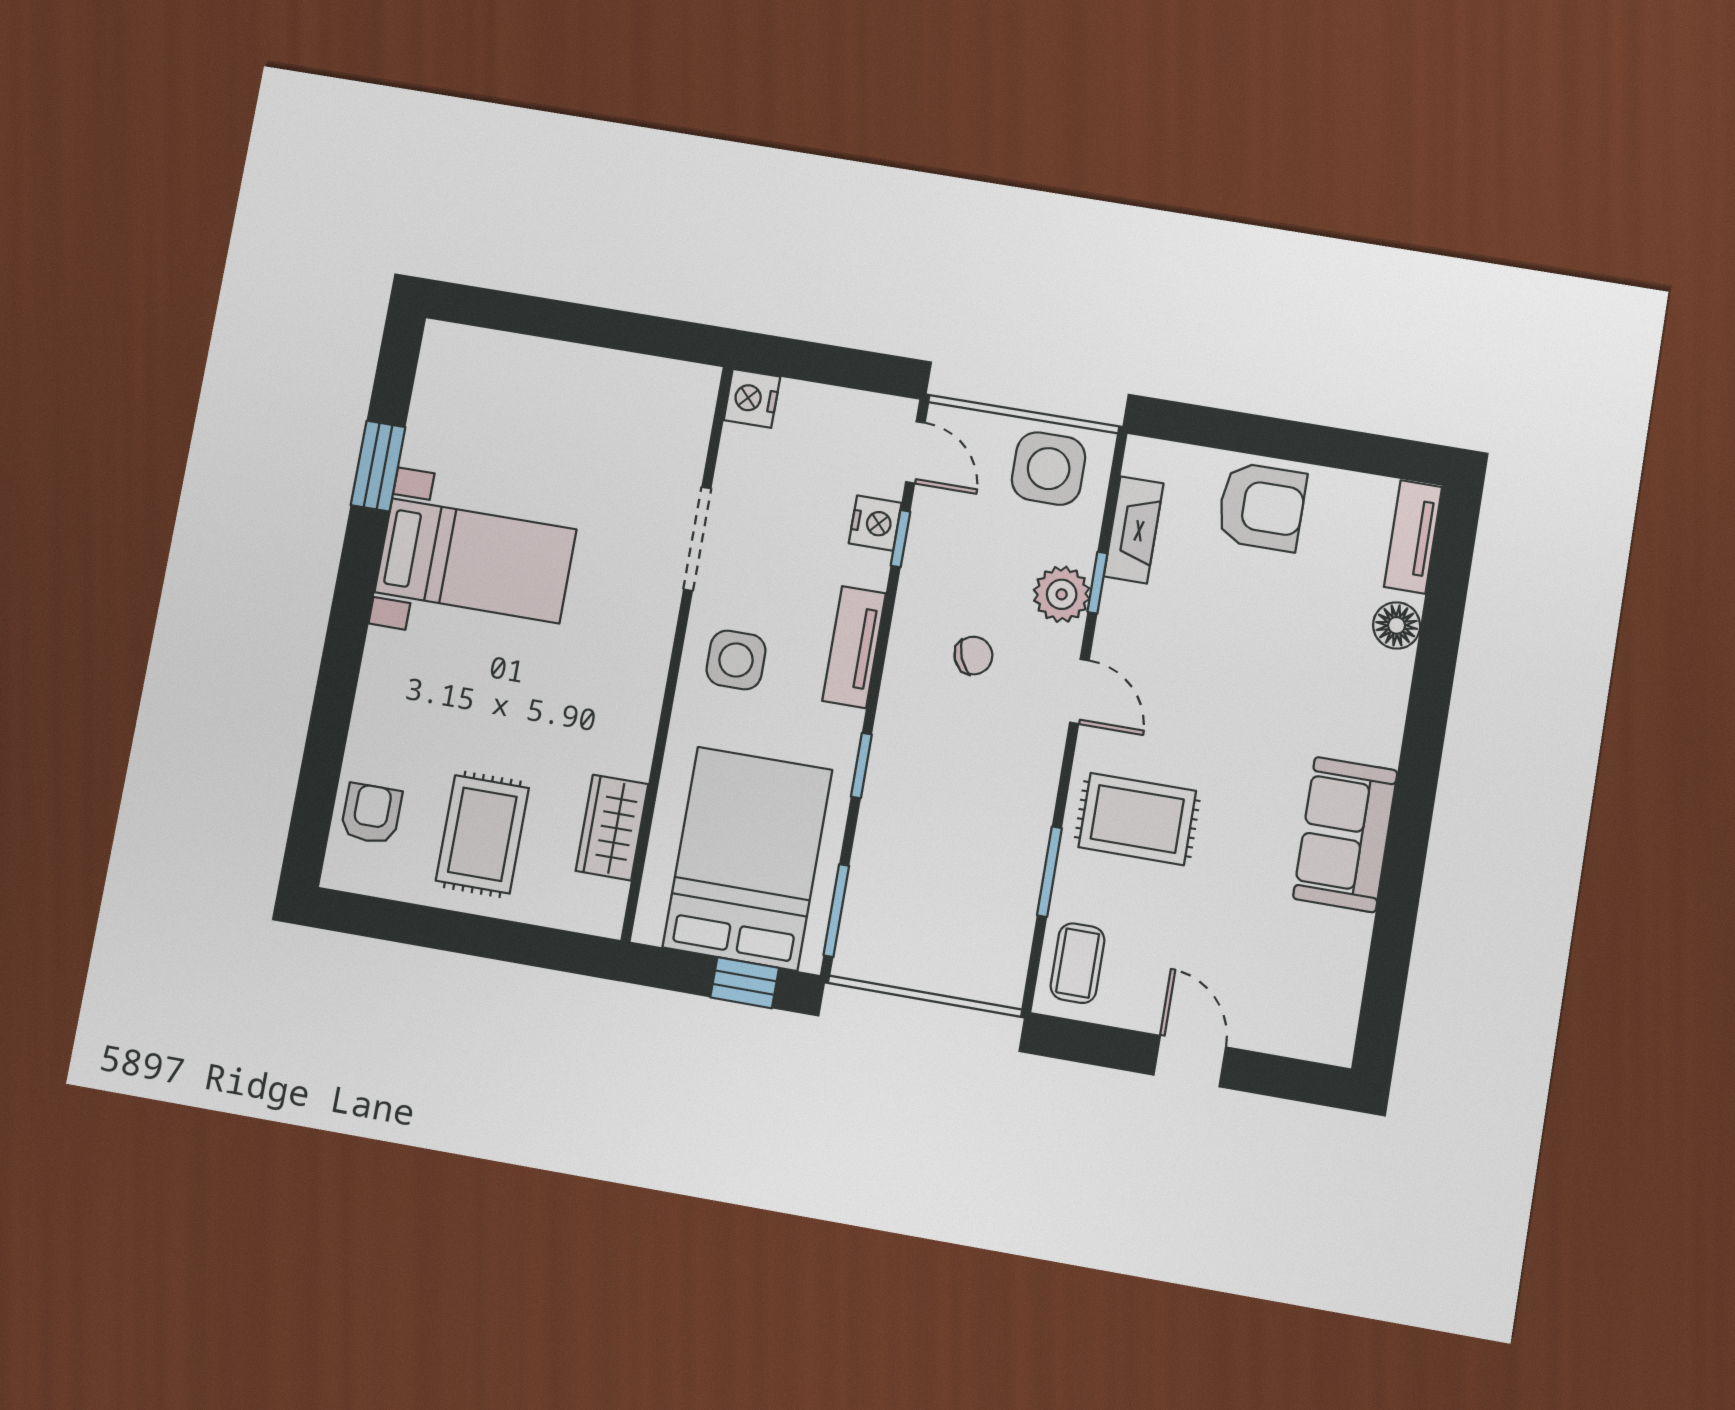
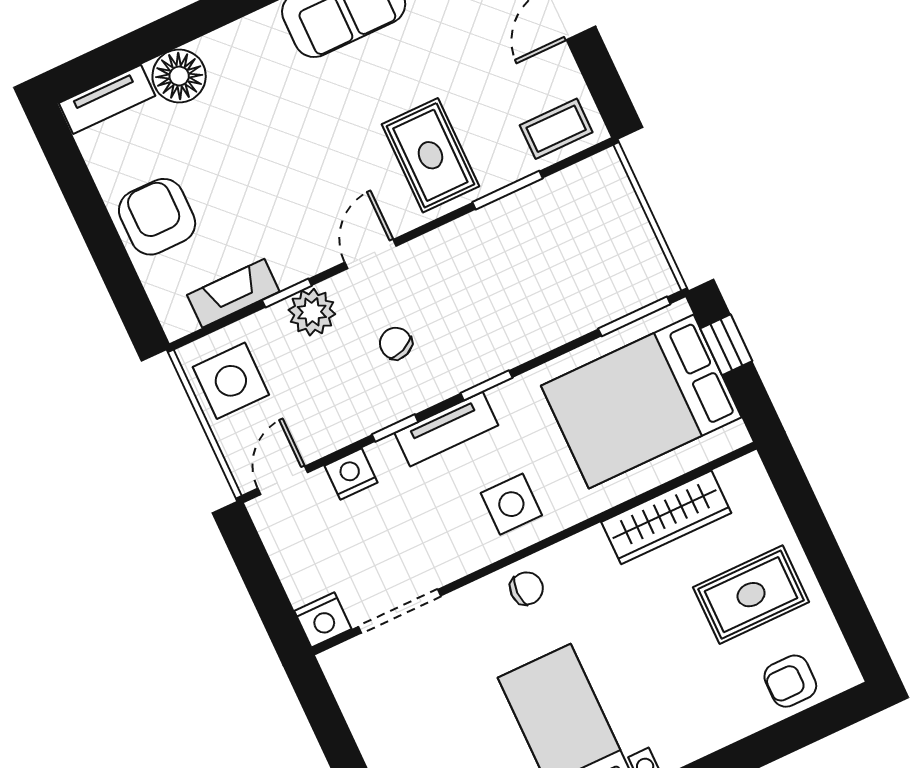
doorway: (697, 539) -> (400, 611), moved
window: (900, 539) -> (395, 428), moved
chair: (643, 618) -> (527, 588), added
floor lamp: (1397, 625) -> (179, 76), width x1.38, depth x1.38
window: (861, 766) -> (486, 385), moved
wardrobe: (612, 828) -> (666, 517), width x1.50

